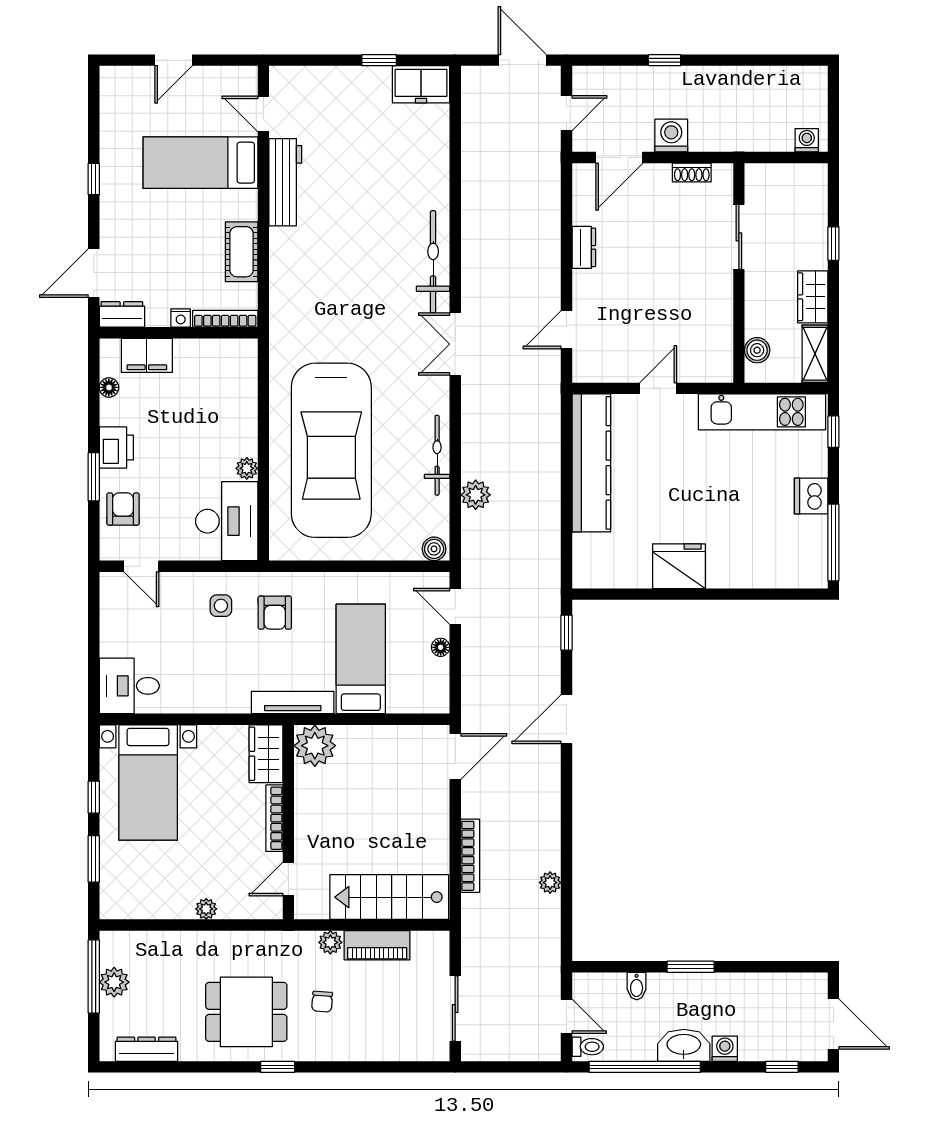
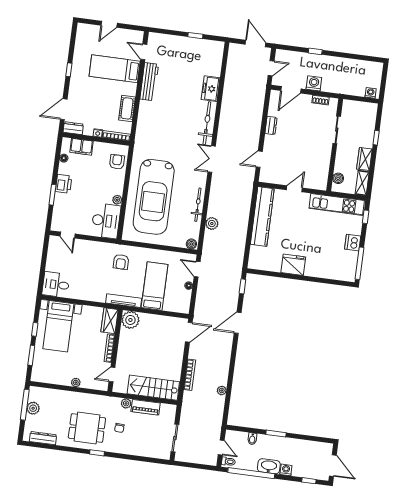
freezer: (421, 84) -> (211, 89), moved, turned 90
armchair: (123, 509) -> (117, 162), moved
side table: (221, 606) -> (99, 256), removed

